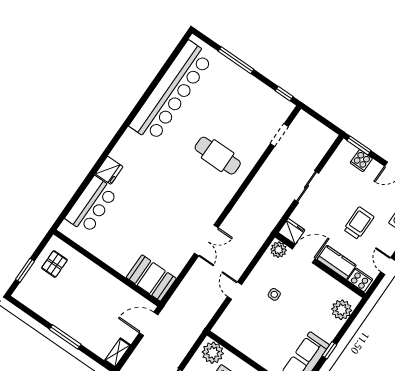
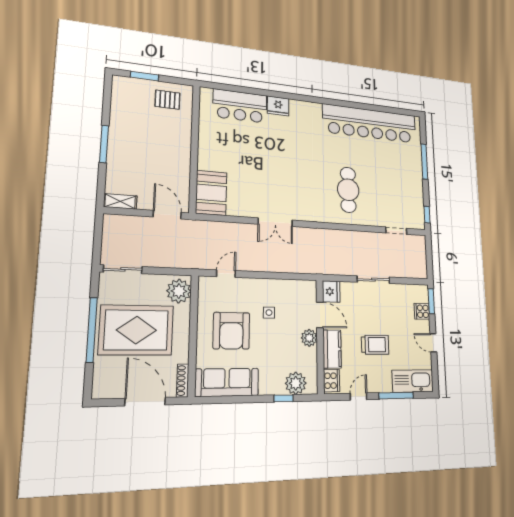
plant: (279, 250) -> (309, 338), moved
door: (234, 291) -> (226, 274), moved
armchair: (268, 333) -> (231, 331), added
window: (330, 350) -> (284, 398), moved

